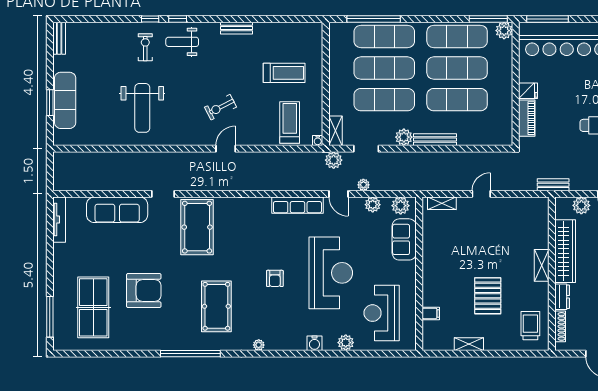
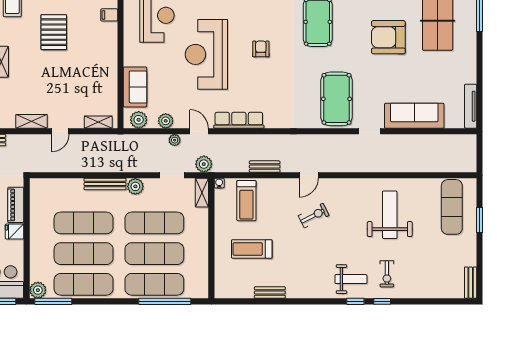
bench: (236, 28) -> (270, 293), moved
exercise mat: (65, 100) -> (452, 207), moved
bench: (271, 158) -> (265, 167), added
shelving: (511, 204) -> (31, 121), added

